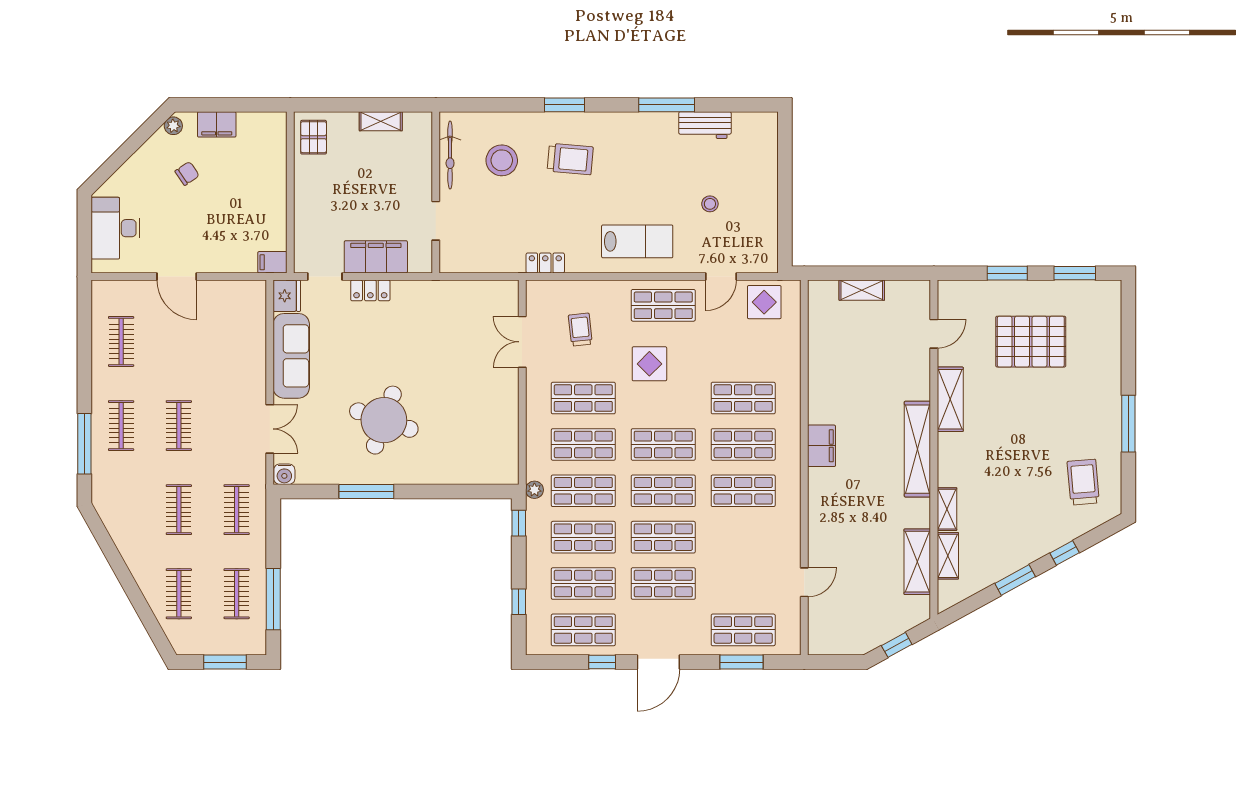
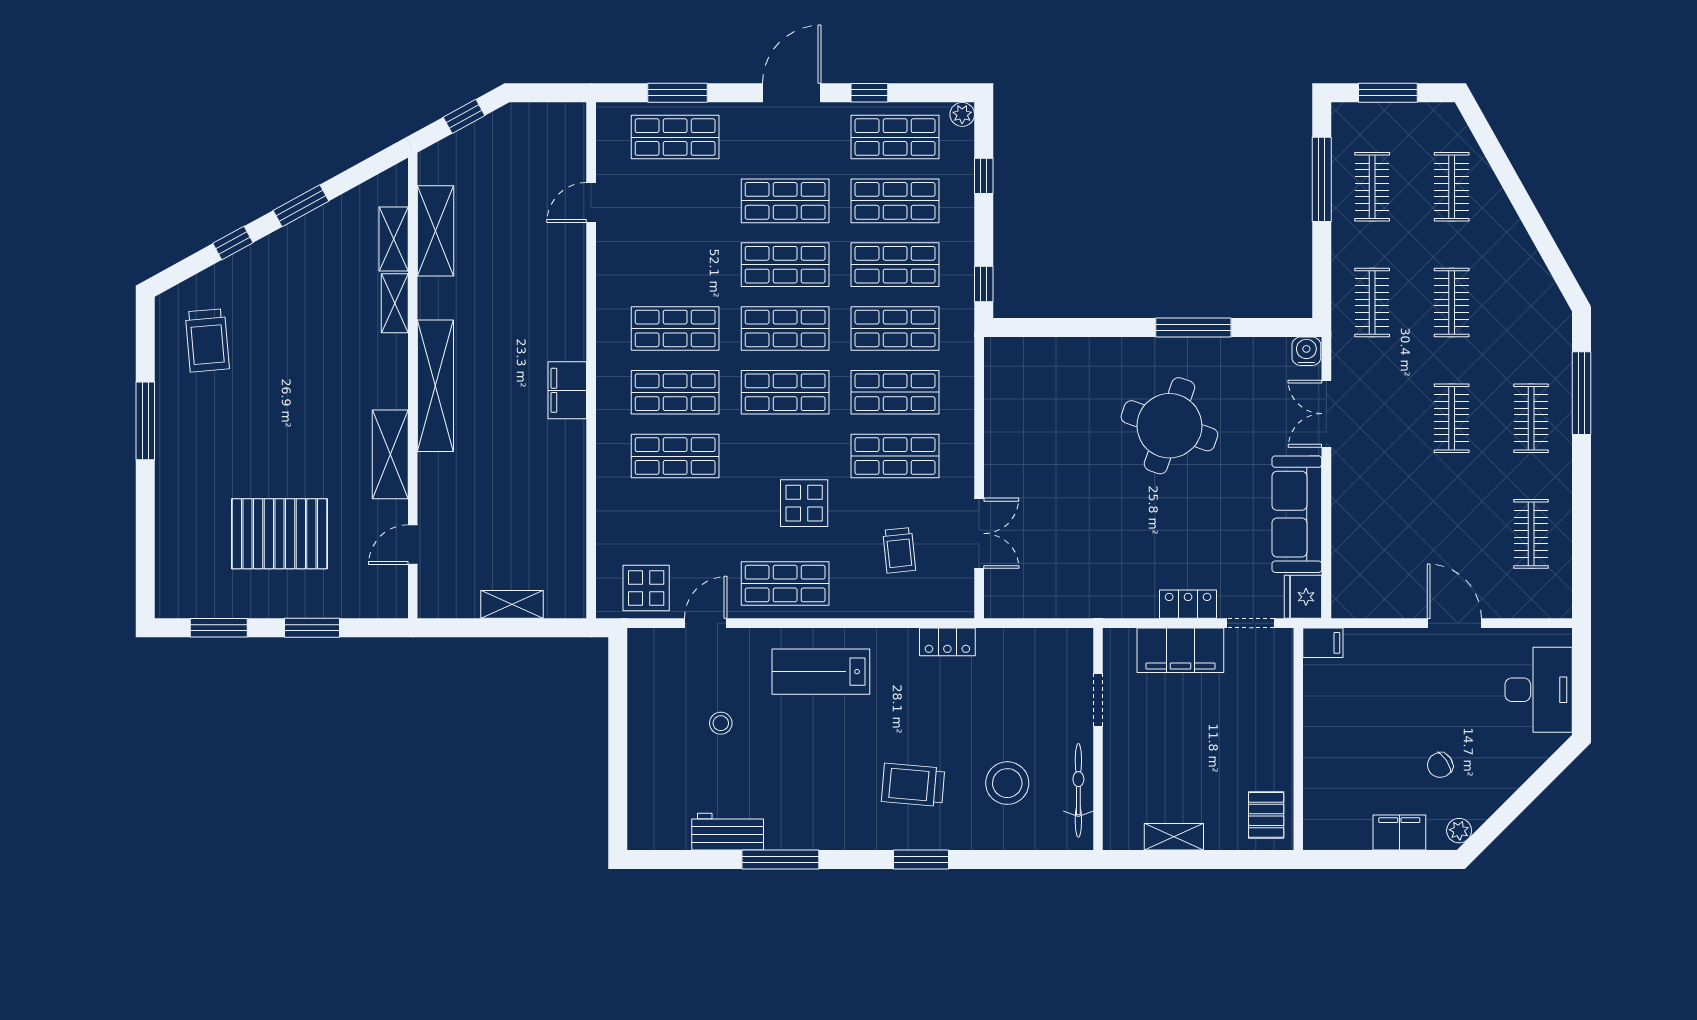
plant: (534, 490) -> (962, 114), moved

